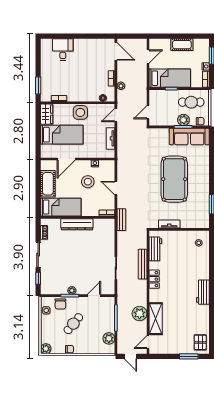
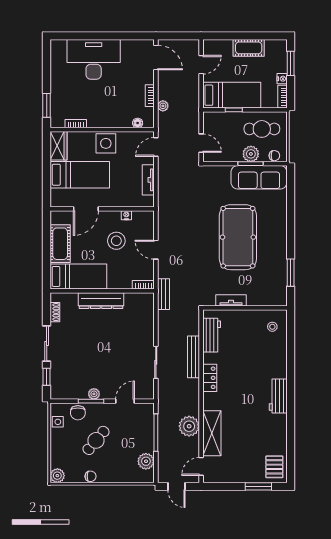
desk: (63, 49) -> (94, 59), width x1.87, depth x1.30
door: (148, 112) -> (201, 143), swing flipped

